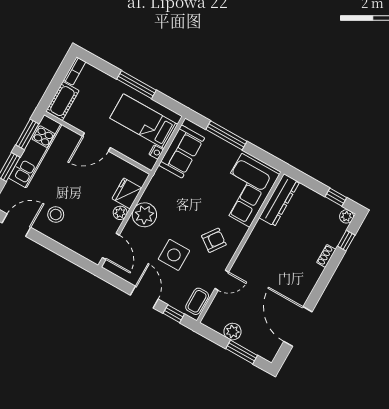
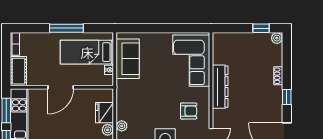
window: (226, 135) -> (154, 28), removed
dresser: (279, 200) -> (220, 87), moved
plant: (144, 215) -> (122, 126), width x0.53, depth x0.53
armchair: (214, 240) -> (189, 111), turned 54
window: (346, 241) -> (287, 97), moved

